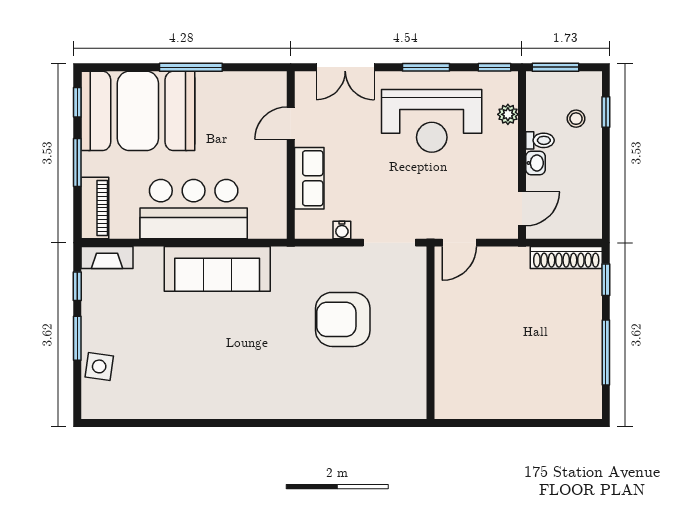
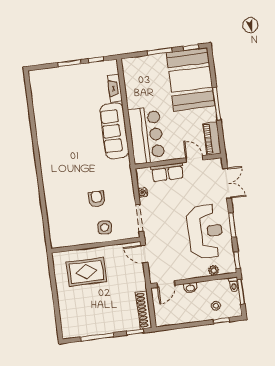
double door: (345, 67) -> (227, 183), swing flipped
reception desk: (432, 121) -> (205, 232), turned 180
toilet: (540, 140) -> (234, 285), moved
piano: (95, 208) -> (212, 139), moved, turned 90
bar counter: (194, 209) -> (146, 135), moved
door: (522, 209) -> (166, 284), hinge flipped
fireplace: (107, 257) -> (115, 88), moved
armchair: (343, 319) -> (97, 199), width x0.53, depth x0.53
rug: (479, 357) -> (87, 272), added
side table: (99, 366) -> (105, 228), moved

